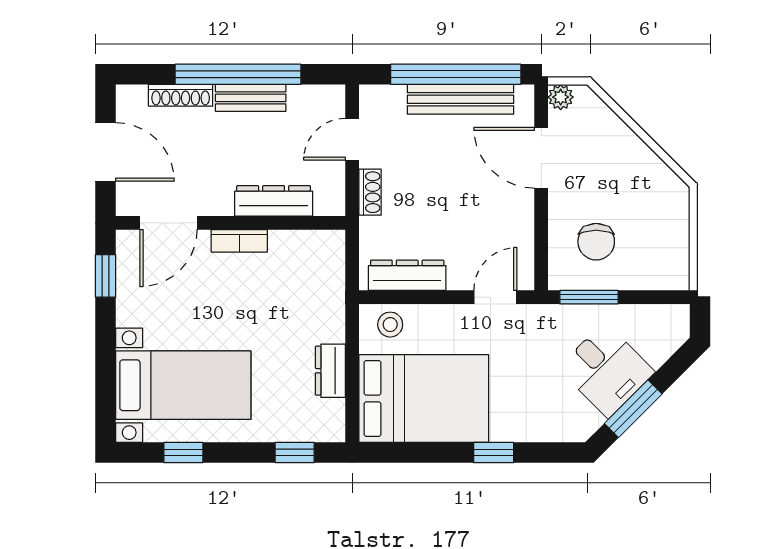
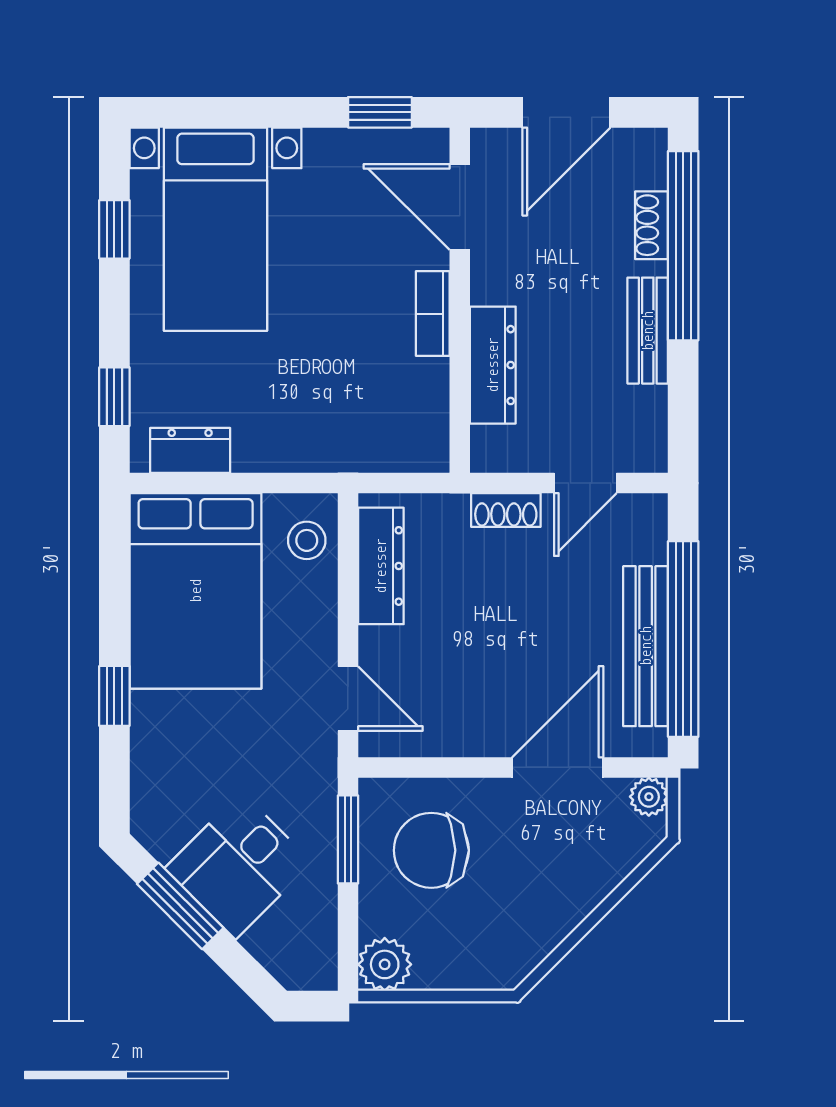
window: (238, 74) -> (683, 246), moved
shoe rack: (181, 95) -> (652, 225), width x0.70
door: (352, 139) -> (585, 483), swing flipped
chair: (596, 242) -> (431, 850), width x1.37, depth x1.37
plant: (672, 273) -> (385, 964), added
dresser: (330, 371) -> (190, 450), moved

